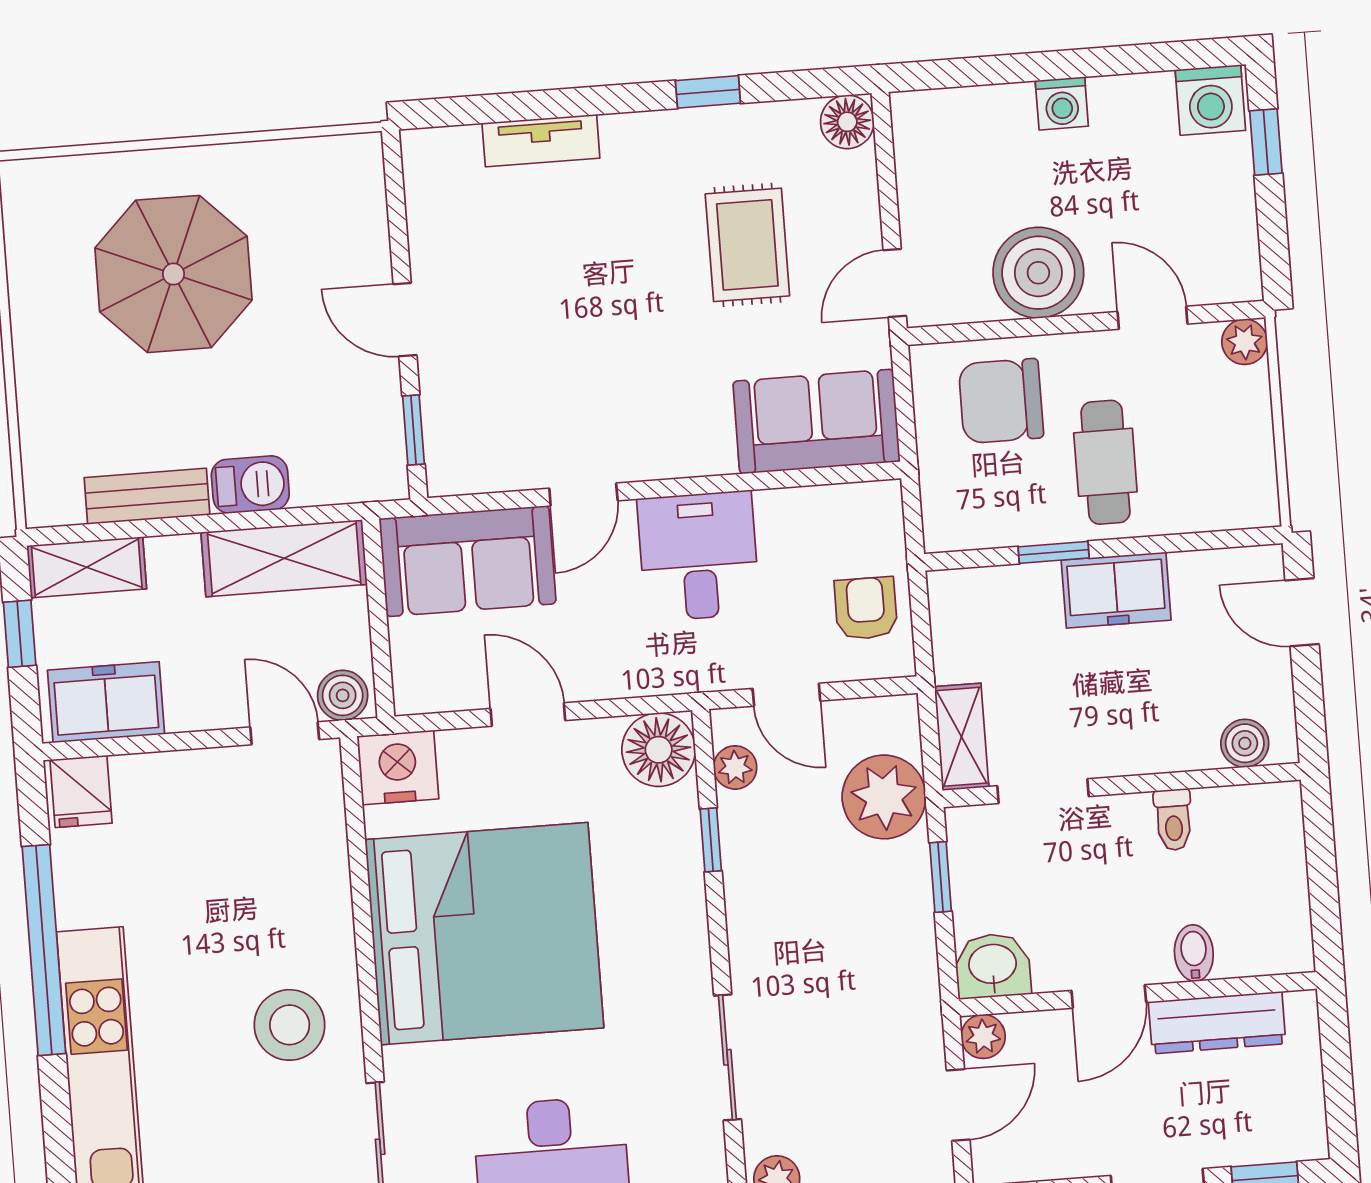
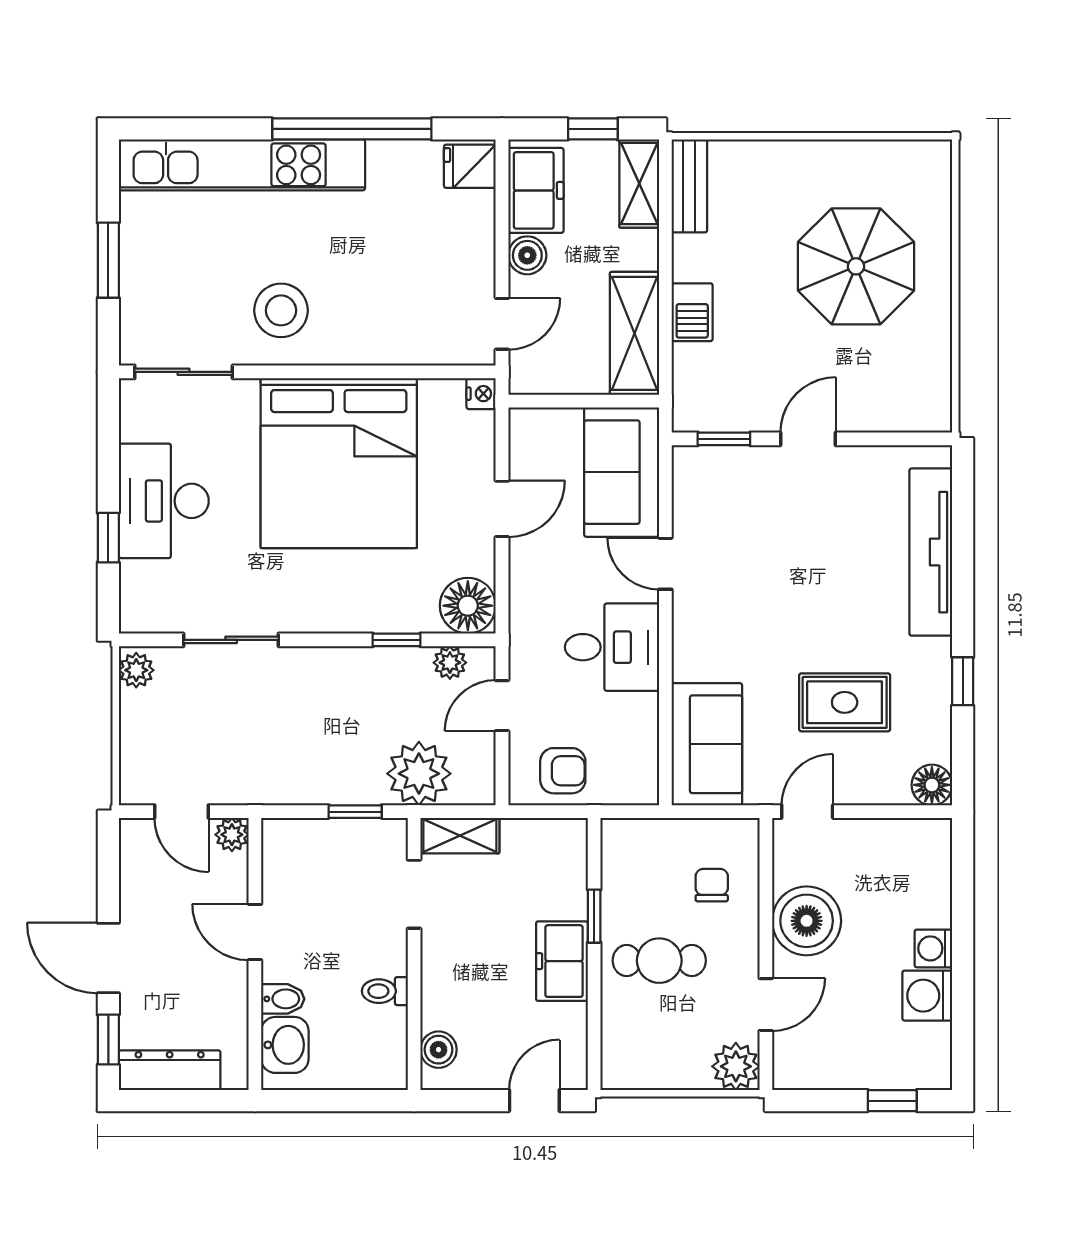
washing machine: (1210, 100) -> (927, 996), moved
tv unit: (541, 141) -> (931, 552), width x1.92, depth x1.29
door: (895, 283) -> (807, 812), hinge flipped
plant: (1245, 342) -> (736, 1066), width x1.38, depth x1.38
chair: (1001, 401) -> (712, 885), width x0.54, depth x0.54
bench: (147, 496) -> (689, 186), moved
boiler: (343, 695) -> (527, 255), moved
nightstand: (398, 767) -> (481, 394), width x0.53, depth x0.56
washbasin: (993, 966) -> (285, 1045), moved
dresser: (1217, 1023) -> (170, 1070), moved, turned 90

